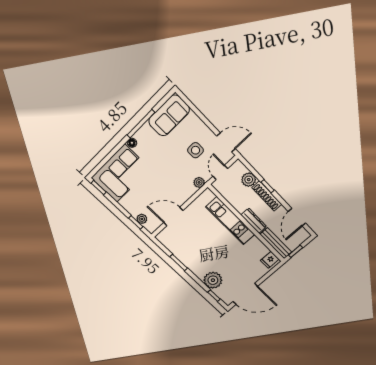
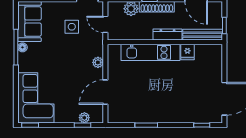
floor lamp: (132, 143) -> (22, 47), moved
plant: (199, 182) -> (98, 62), moved
fridge: (270, 260) -> (187, 52), moved
plant: (213, 280) -> (187, 113), removed

